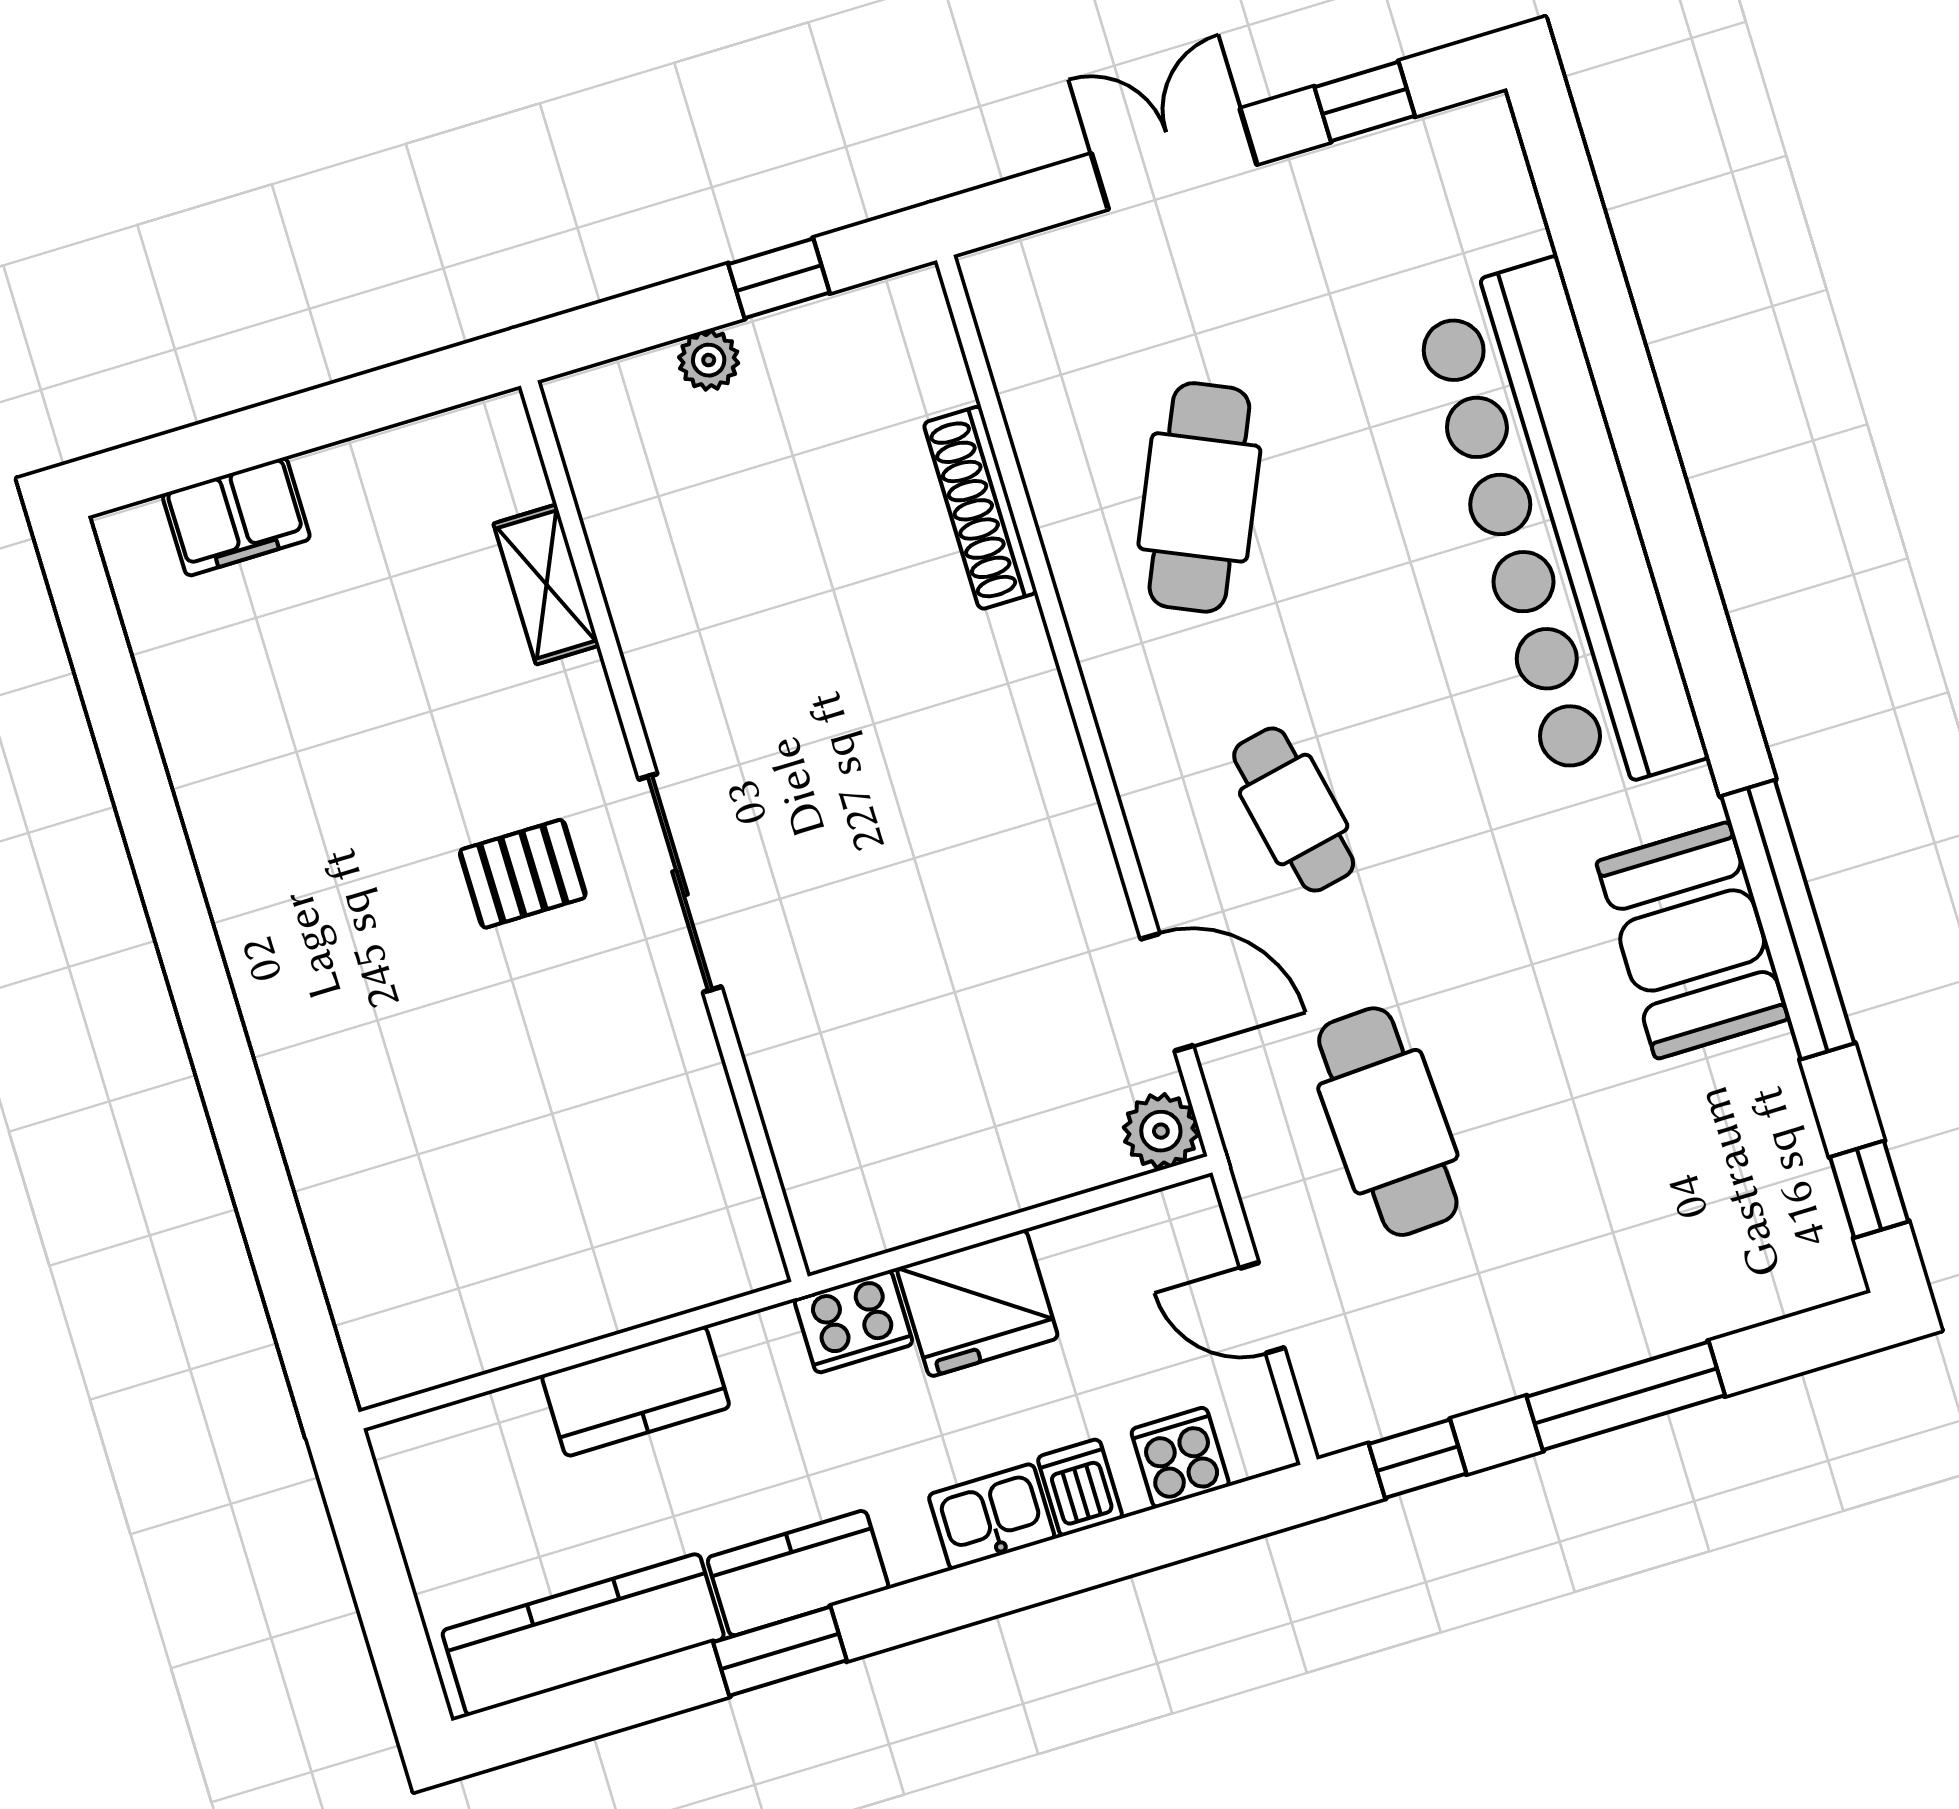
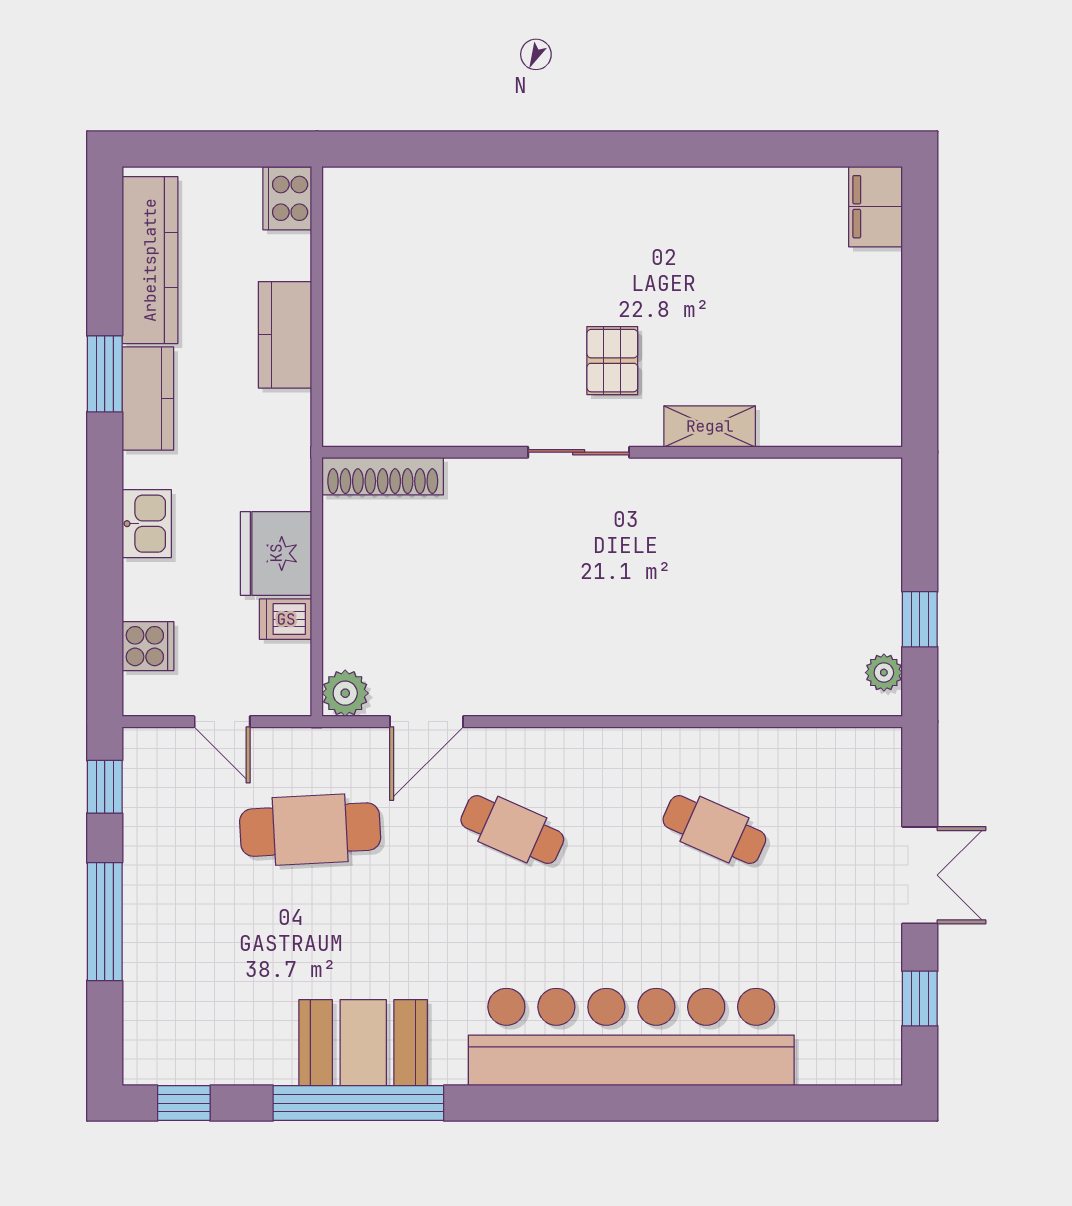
plant: (709, 360) -> (884, 673), moved
cafe table: (1199, 497) -> (714, 830), width x0.73, depth x0.74
shoe rack: (980, 508) -> (383, 476), moved, turned 180
filing cabinet: (236, 517) -> (876, 207), moved
shelving: (546, 584) -> (710, 426), moved
cafe table: (1294, 810) -> (512, 830), turned 36
sliding door: (680, 883) -> (579, 452), width x0.73
door: (1262, 1308) -> (222, 722), swing flipped
cooker: (853, 1322) -> (287, 198), moved
dishwasher: (1080, 1488) -> (286, 619), moved, turned 180

